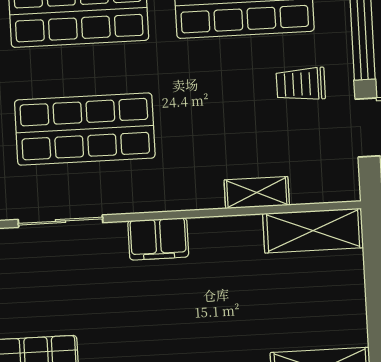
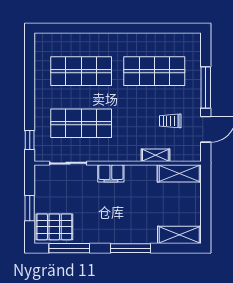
trolley: (301, 84) -> (170, 121), moved

